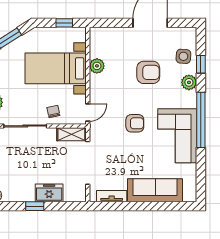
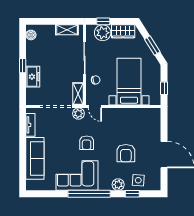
plant: (97, 66) -> (78, 114), moved

